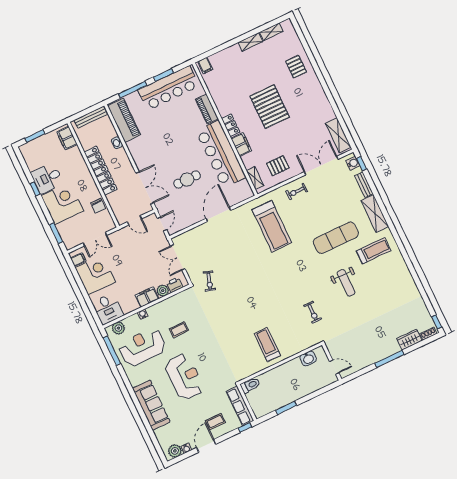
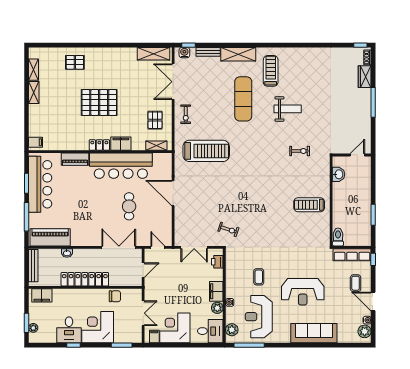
plant: (33, 144) -> (33, 328), added
plant: (163, 291) -> (217, 308), moved
reception desk: (184, 377) -> (303, 292), turned 180

